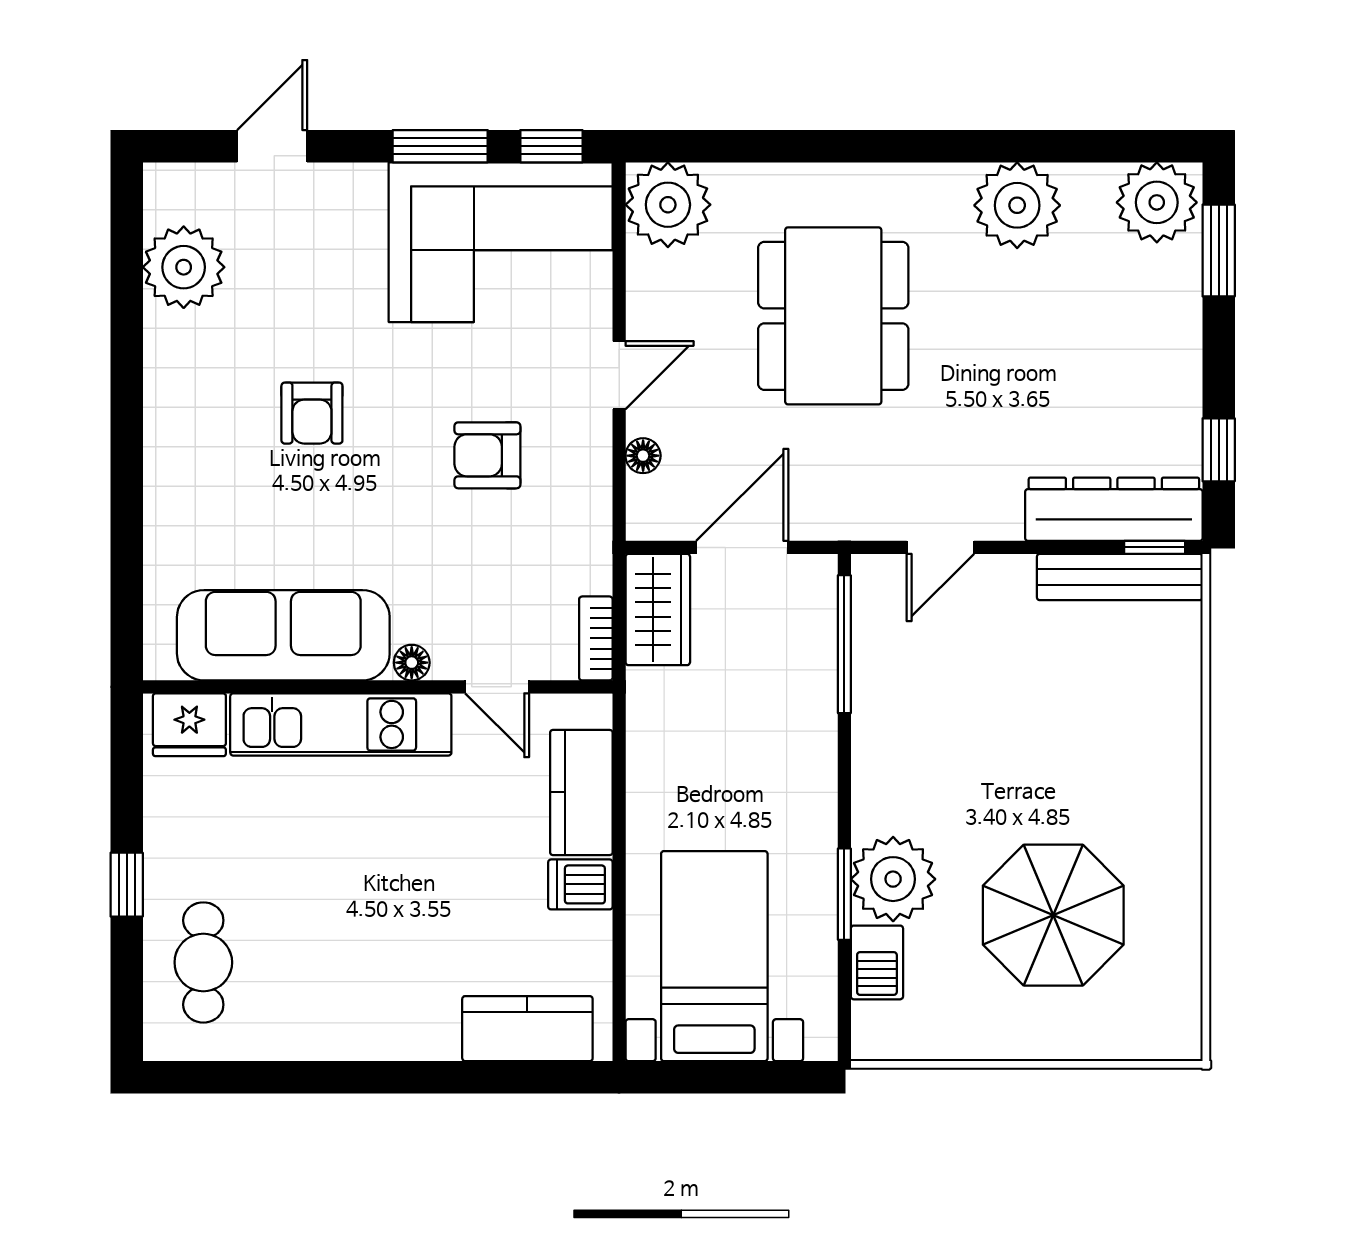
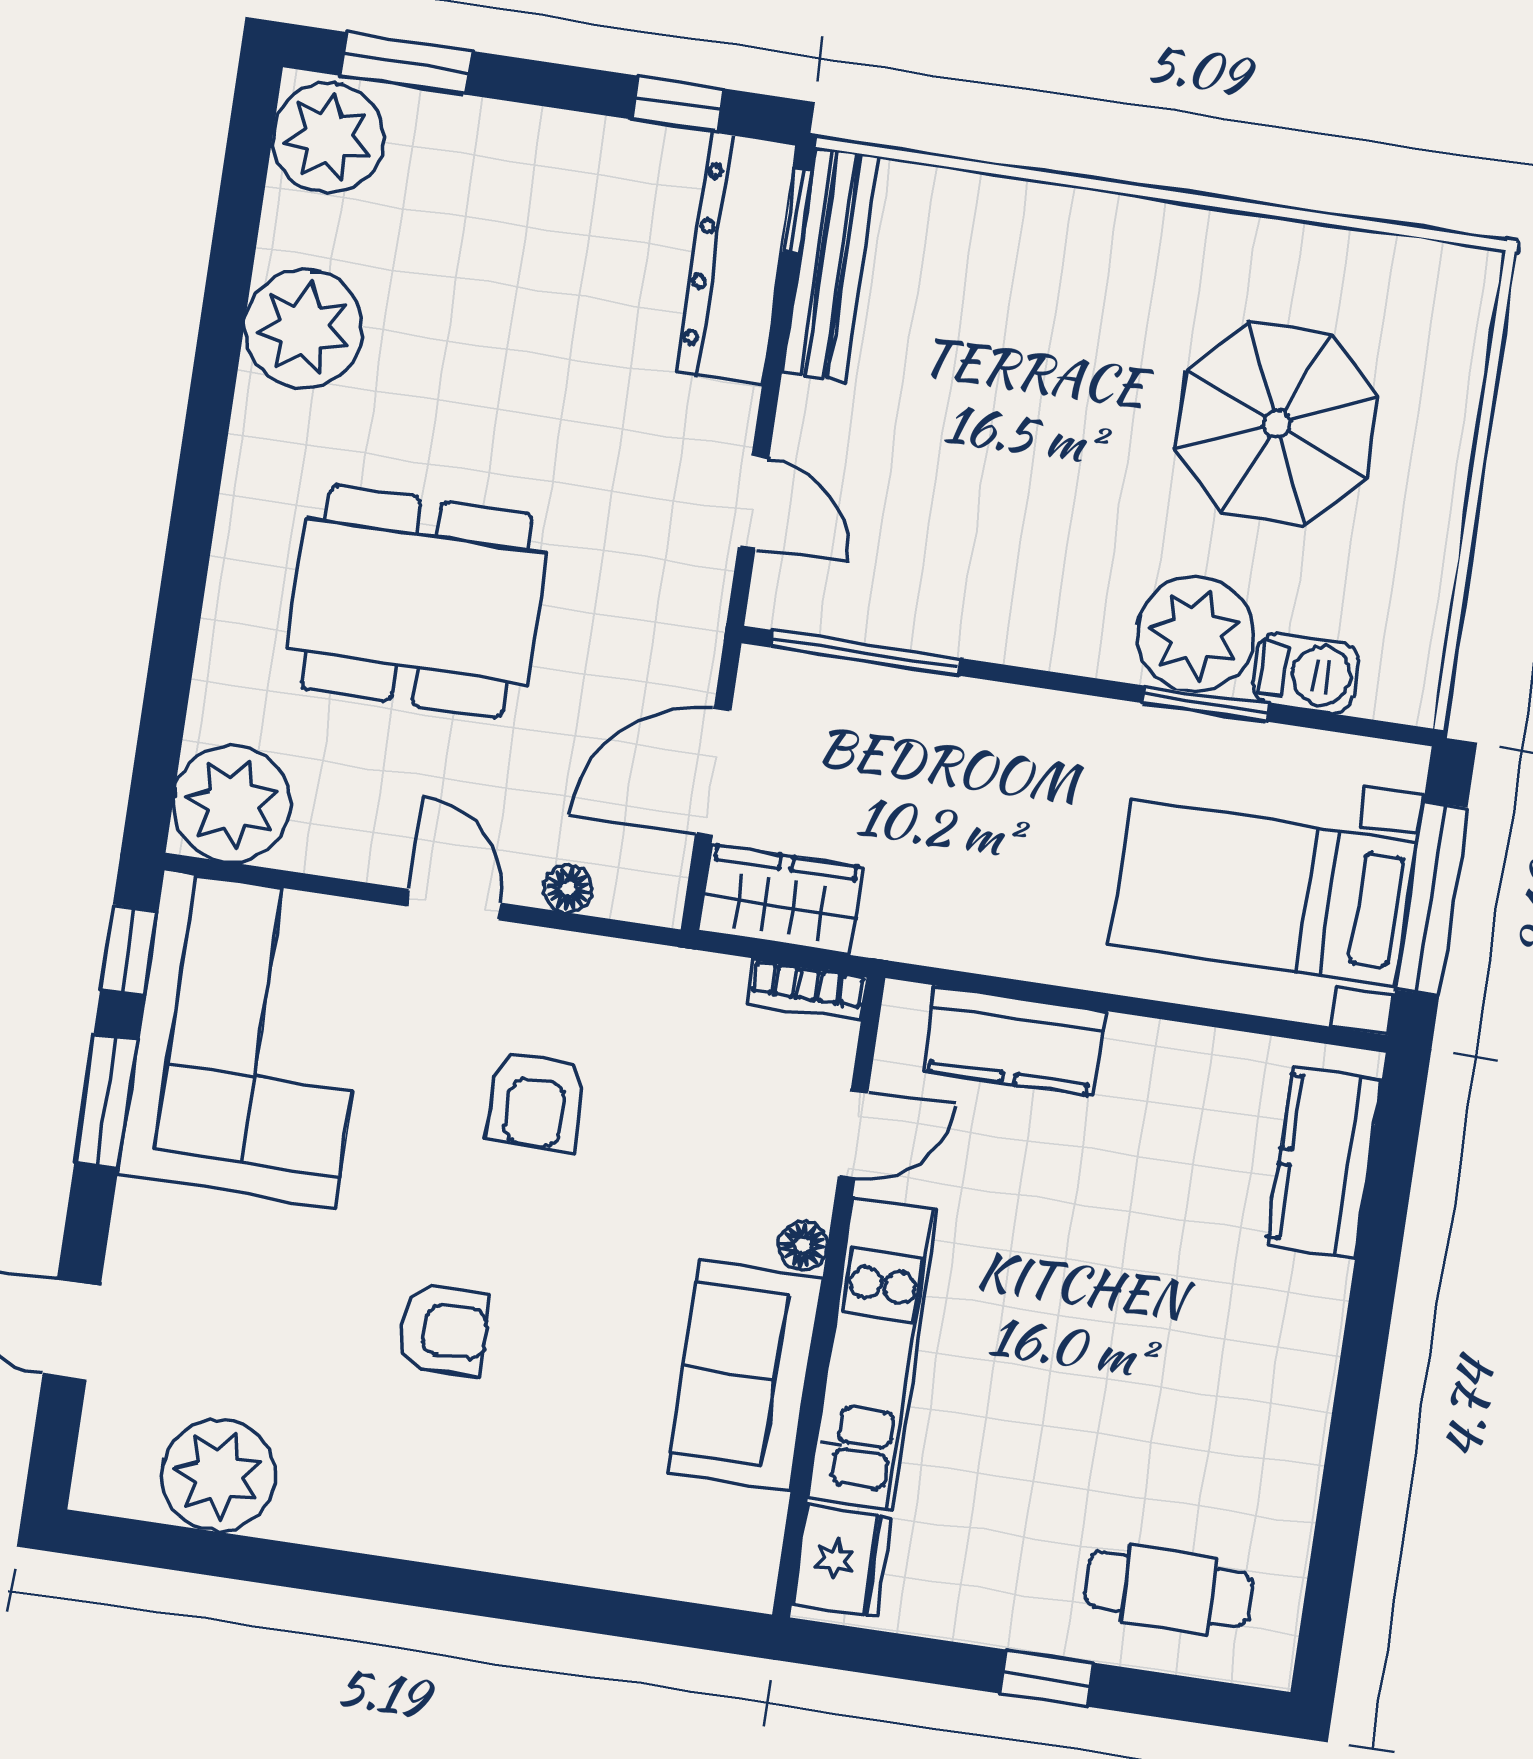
door: (742, 547) -> (713, 772), hinge flipped
sofa: (283, 635) -> (745, 1376), width x0.73
dishwasher: (580, 884) -> (1139, 1061), removed
window: (728, 1077) -> (1431, 899), added

